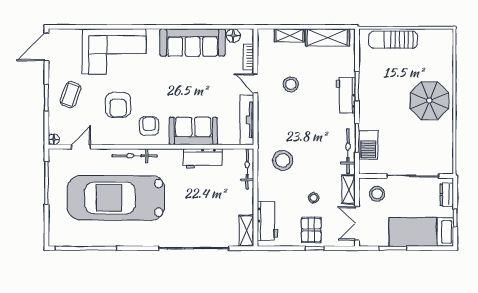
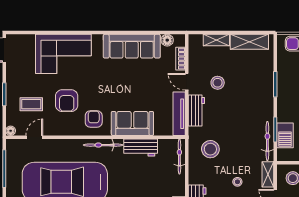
coffee table: (71, 95) -> (31, 104), moved, turned 69
workbench: (346, 95) -> (196, 111), moved, turned 180
bicycle: (135, 156) -> (103, 145), moved

